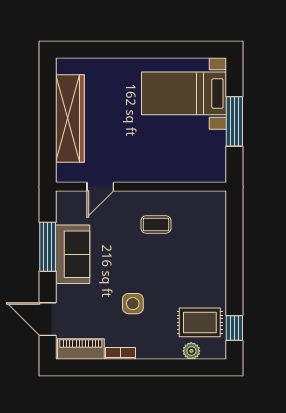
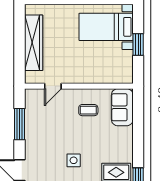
window: (234, 121) -> (138, 45), width x0.69
sofa: (73, 254) -> (122, 107), moved, turned 180

